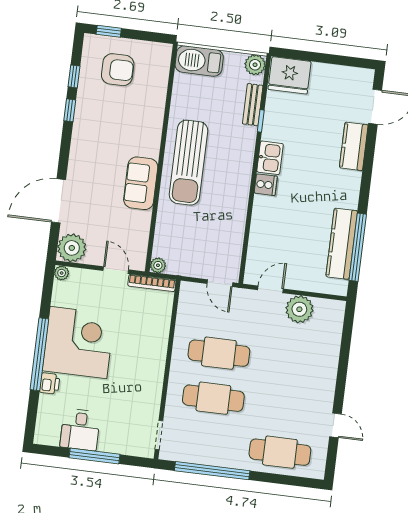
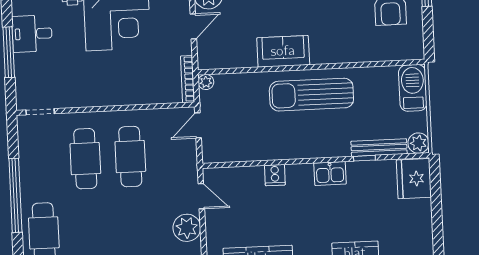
bench: (253, 105) -> (379, 148), width x1.36
cooker: (266, 185) -> (275, 175), moved
door: (116, 270) -> (193, 26), moved
door: (220, 283) -> (198, 125), moved
window: (212, 471) -> (15, 195), moved

